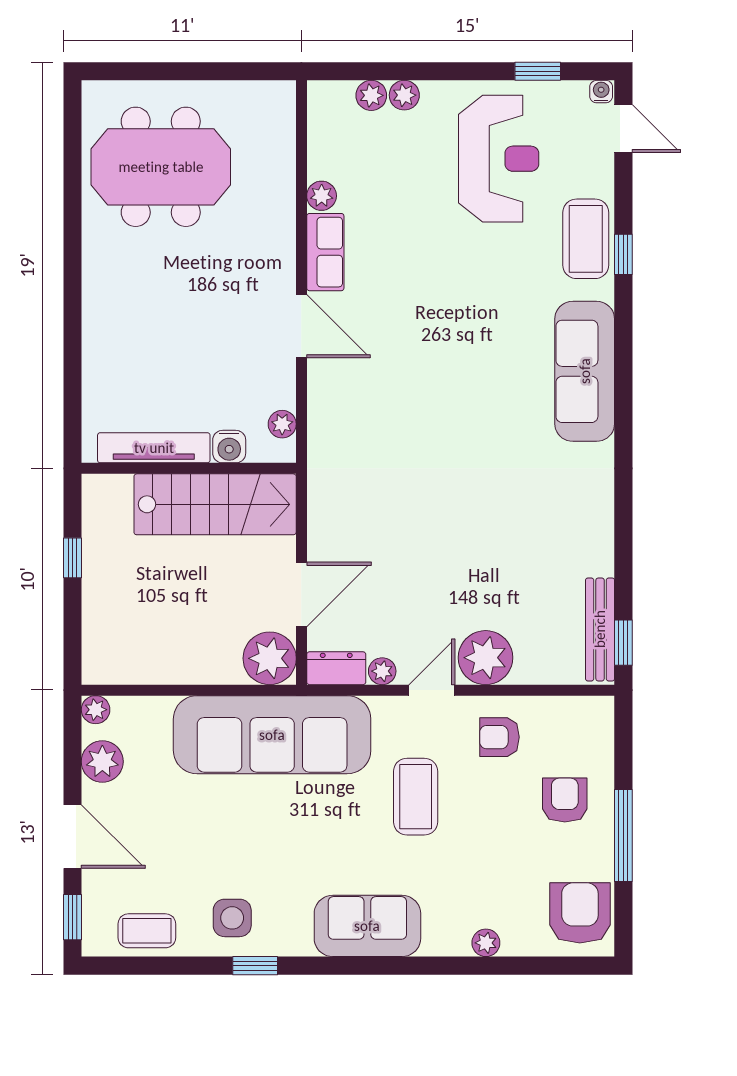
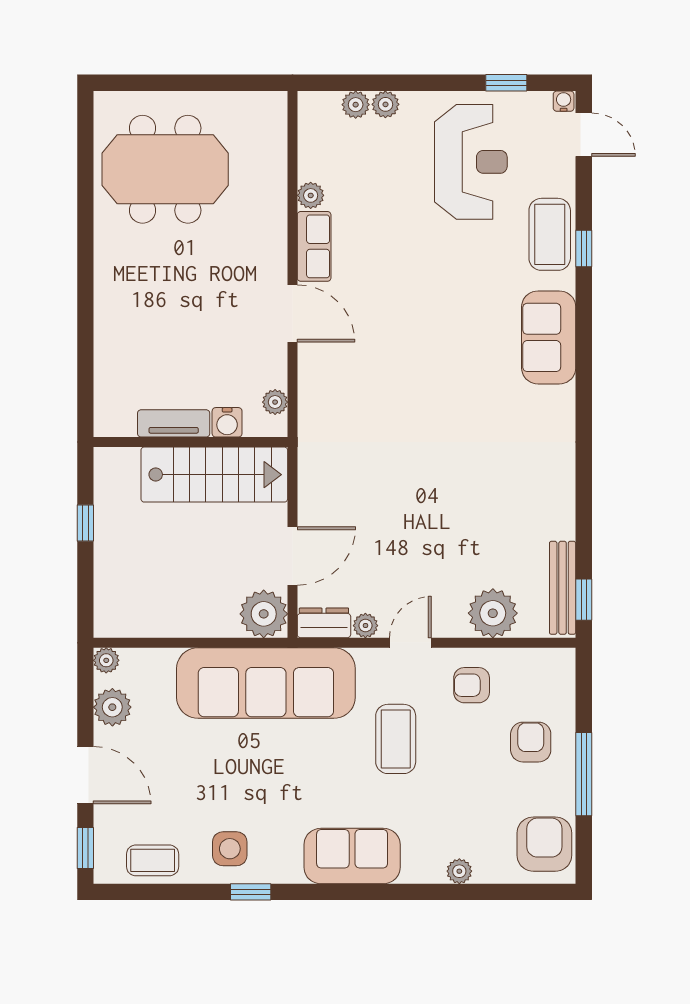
sofa: (585, 371) -> (549, 337), width x0.73
tv unit: (154, 448) -> (174, 423), width x0.71
plant: (486, 658) -> (493, 613), moved

